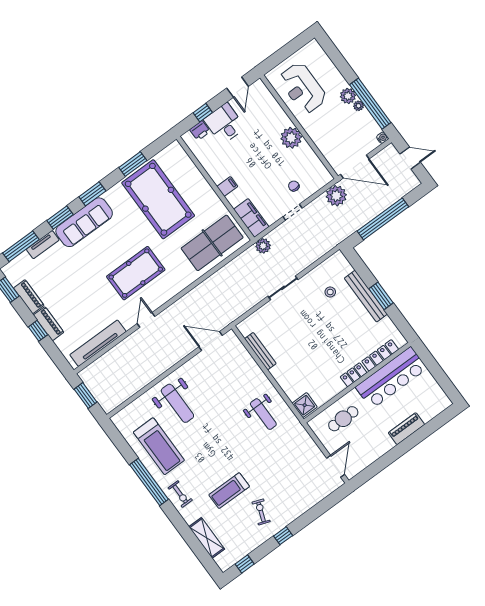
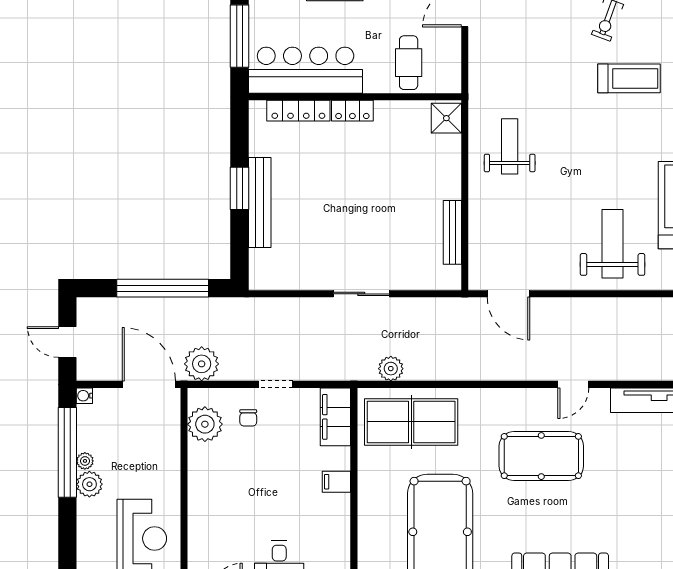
plant: (291, 138) -> (205, 424), moved
plant: (263, 246) -> (391, 369), moved
stool: (330, 292) -> (303, 243), removed
window: (436, 371) -> (240, 36), added
cafe table: (343, 419) -> (409, 63), turned 90

